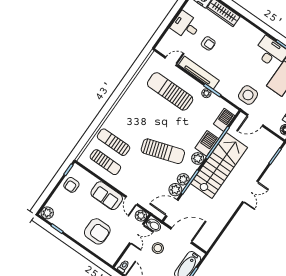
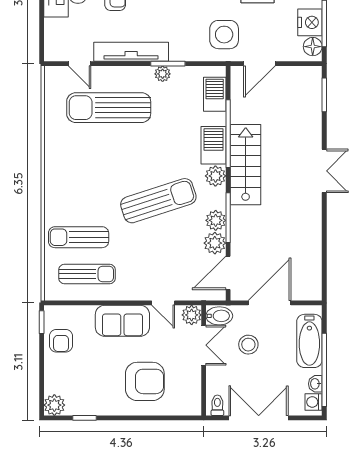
door: (171, 61) -> (80, 64), swing flipped
stairs: (219, 165) -> (246, 165), width x0.73, depth x0.66

